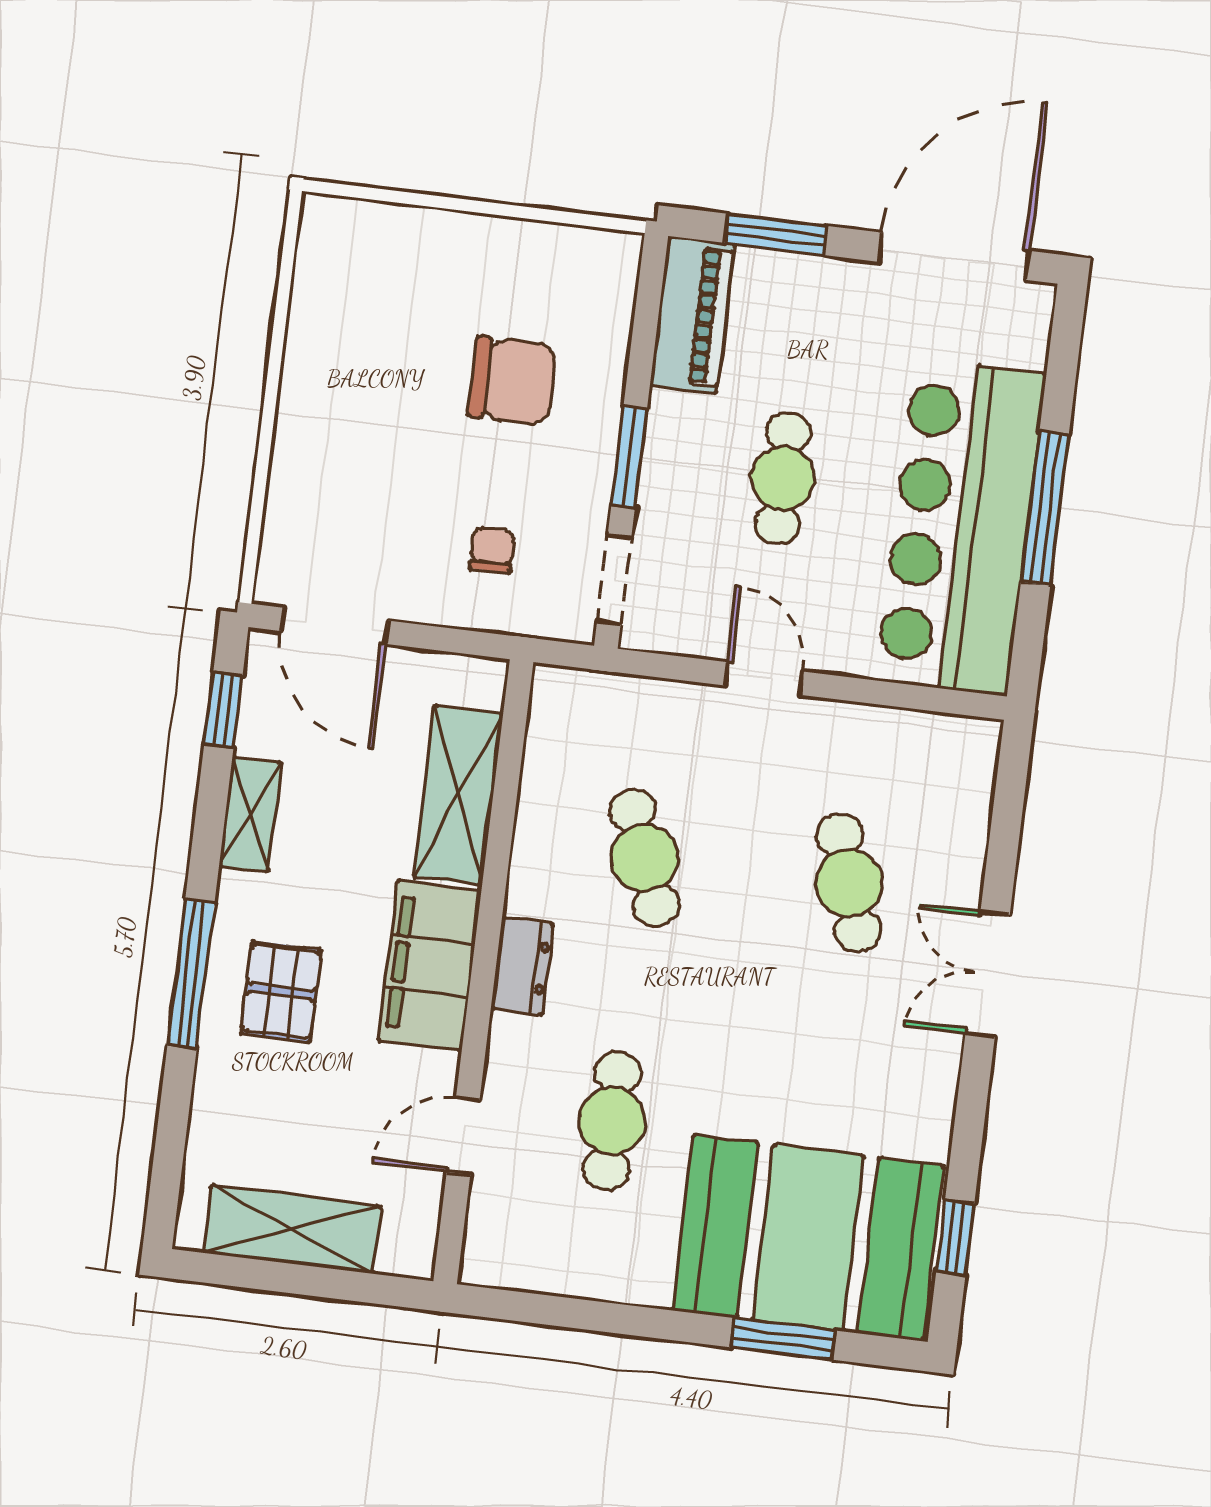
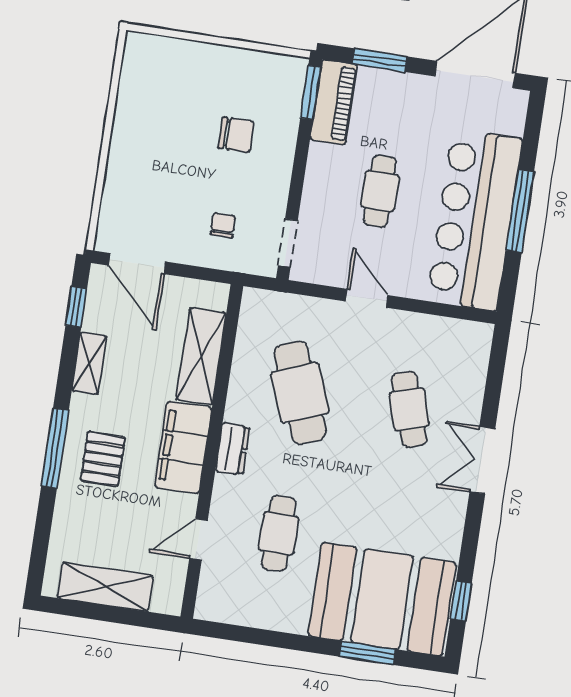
chair: (512, 381) -> (236, 135), width x0.73, depth x0.73
window: (629, 456) -> (311, 92), moved
cafe table: (644, 858) -> (300, 393), width x1.37, depth x1.35

